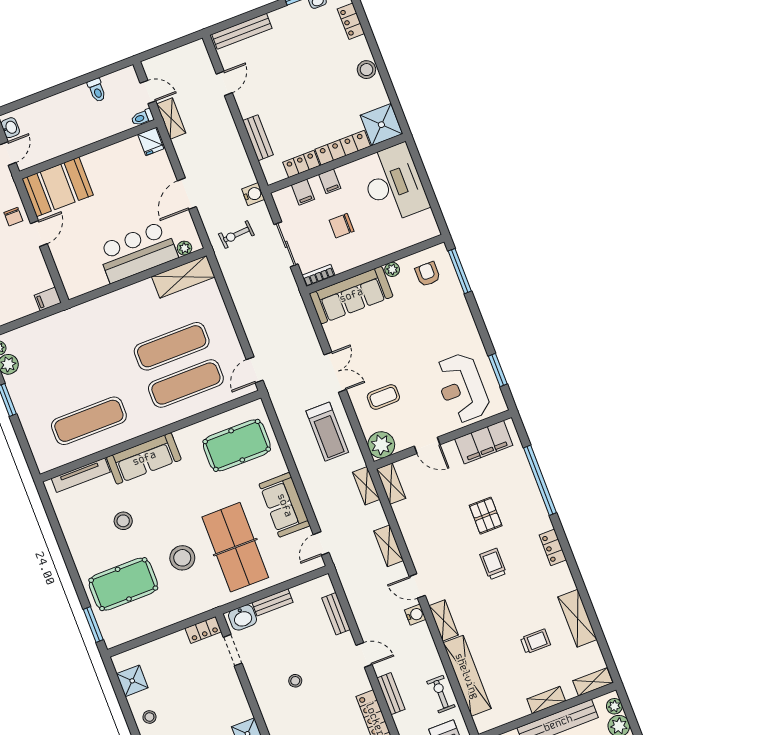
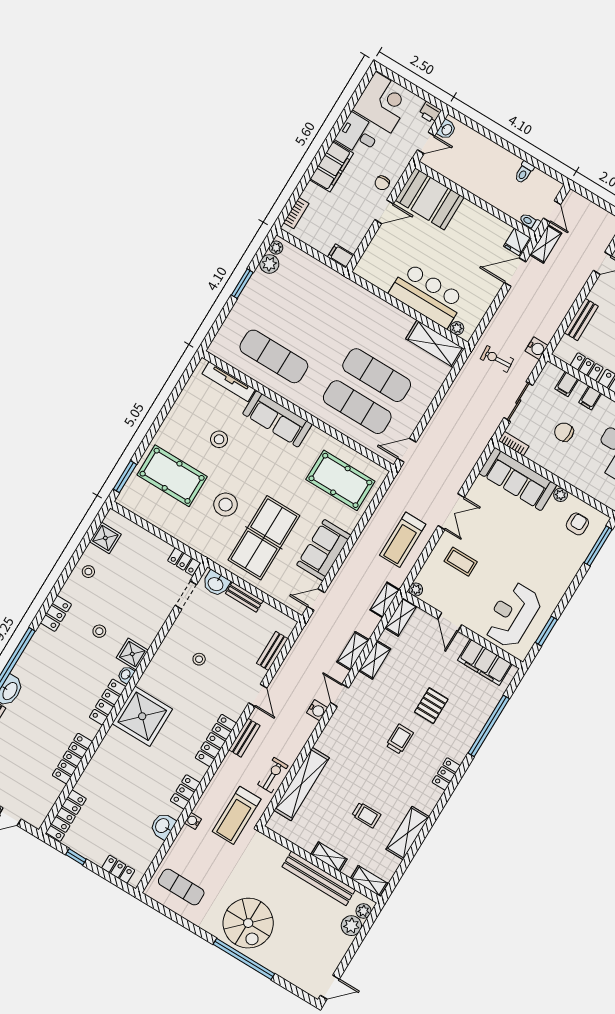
door: (187, 194) -> (515, 272), moved
plant: (381, 445) -> (416, 589), width x0.53, depth x0.53
shelving: (444, 620) -> (375, 660), moved

